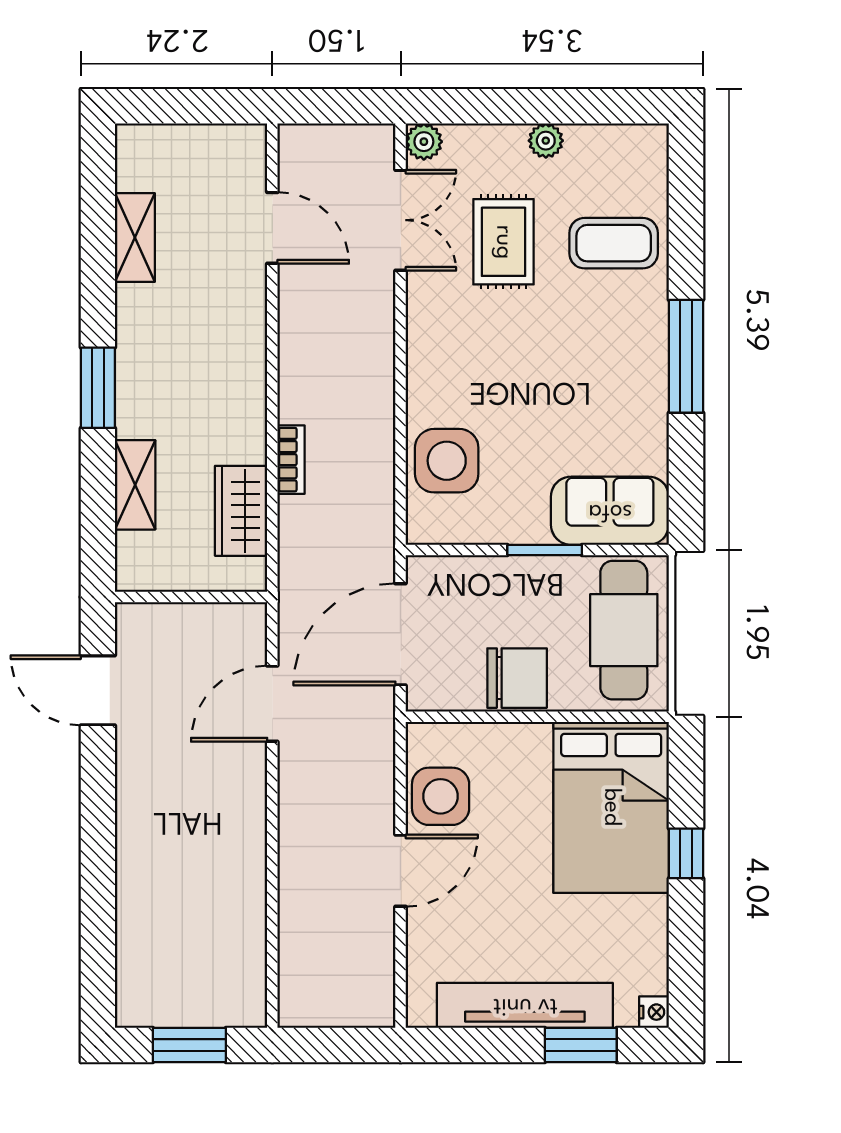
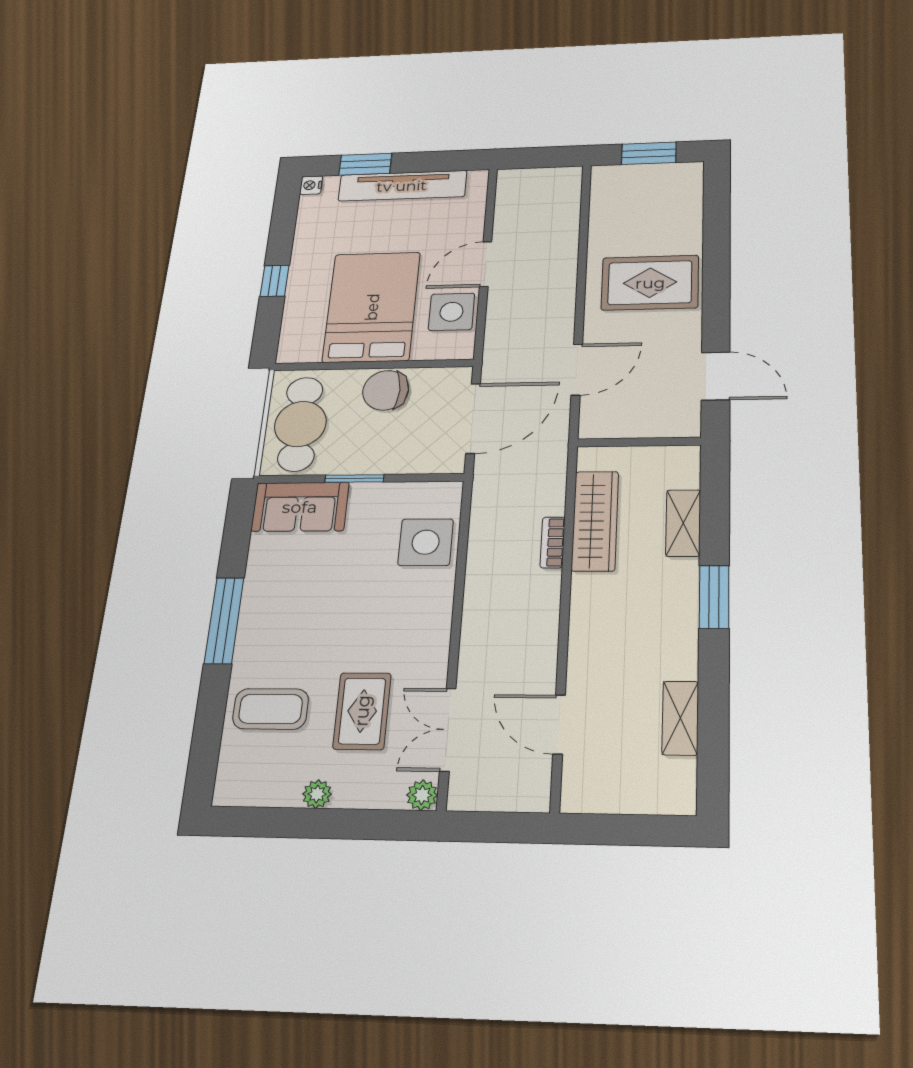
wardrobe: (241, 511) -> (595, 521), width x1.50
bed: (611, 807) -> (372, 307), moved
rug: (183, 834) -> (650, 283), added

